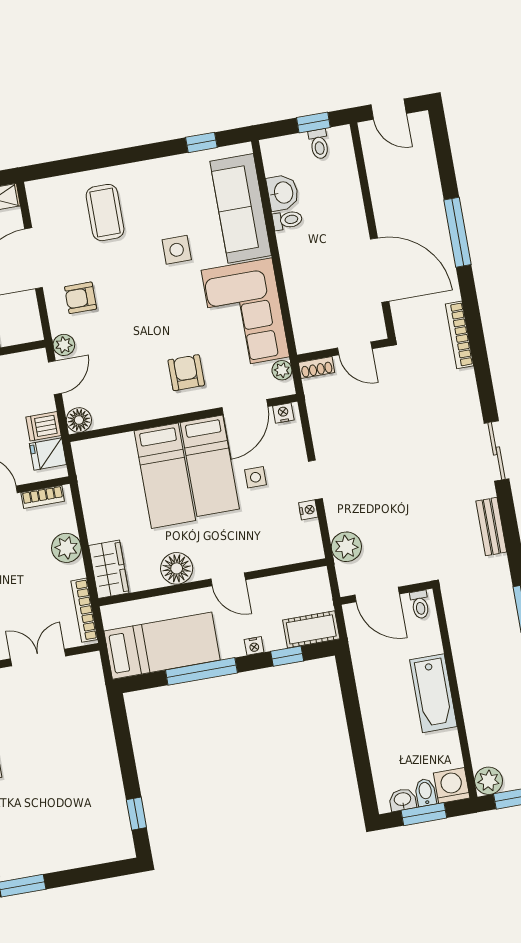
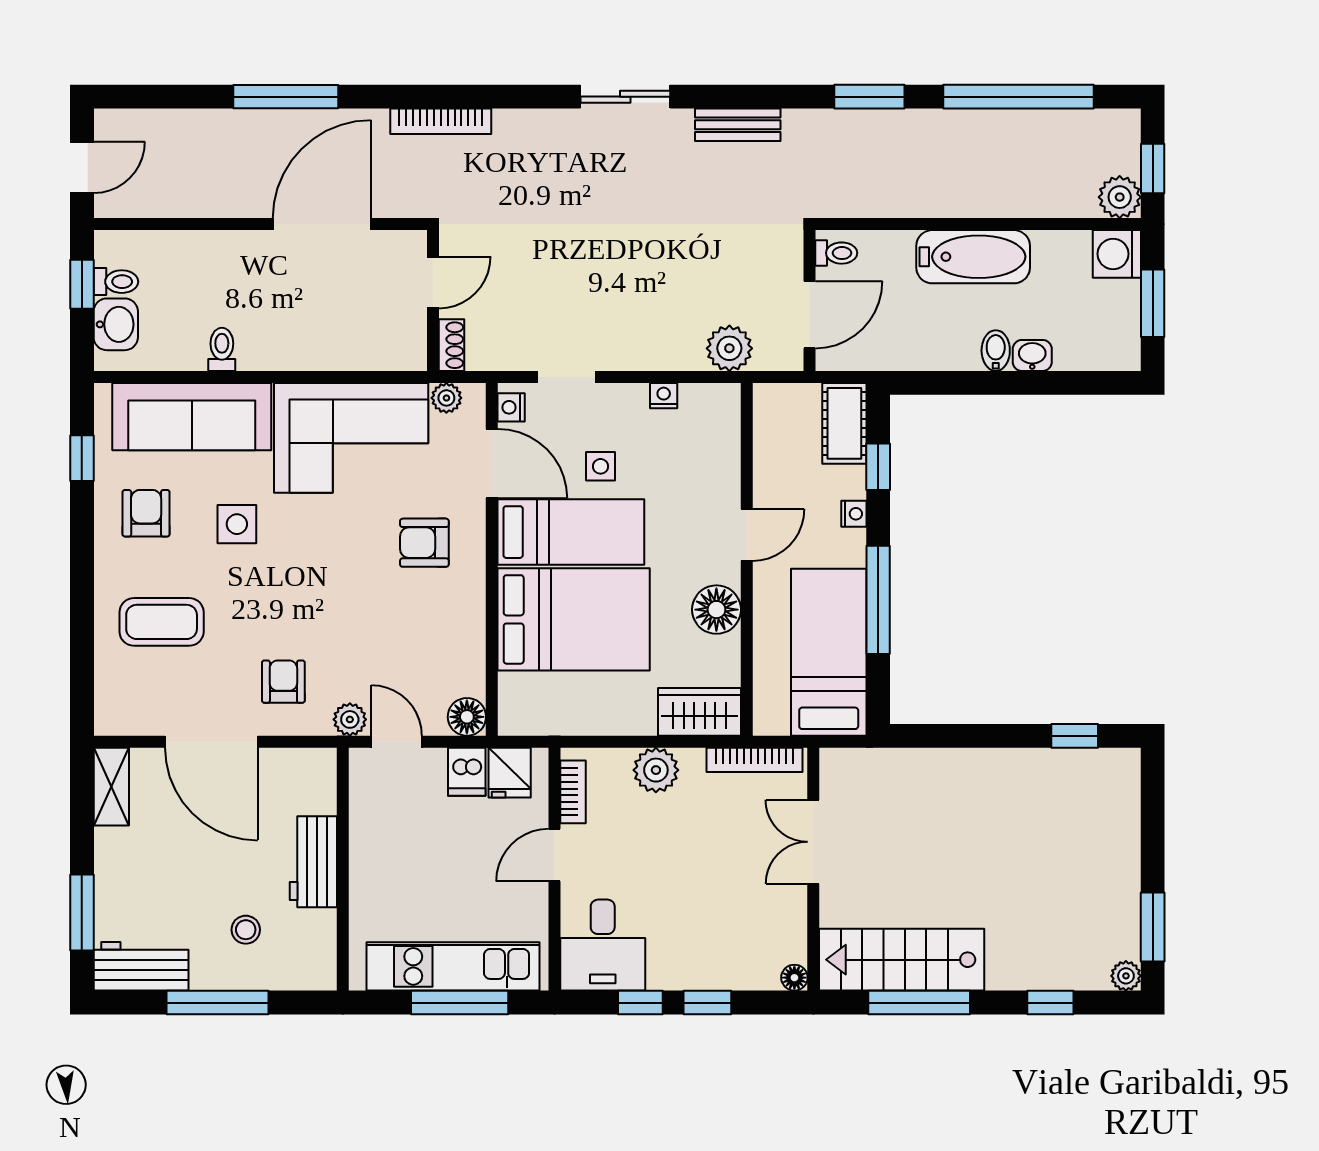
armchair: (173, 190) -> (146, 513), added
washbasin: (283, 193) -> (116, 324), moved, turned 90
armchair: (81, 298) -> (283, 682), turned 180
bed: (165, 476) -> (574, 619), width x1.50
doorway: (315, 480) -> (567, 377), moved
bidet: (426, 792) -> (996, 351), moved, turned 90
washbasin: (403, 800) -> (1032, 355), moved, turned 90

